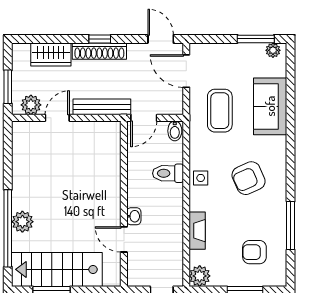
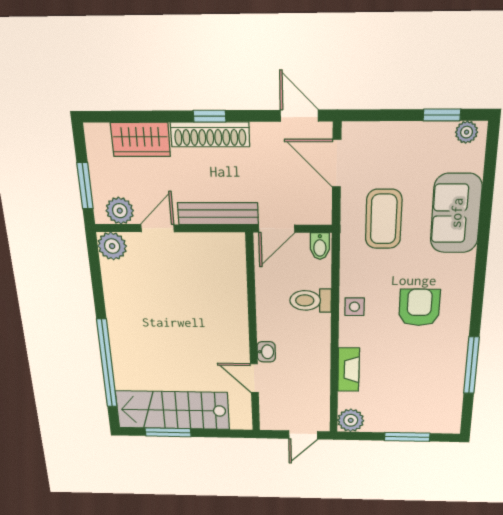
window: (256, 39) -> (442, 115), width x0.67
armchair: (249, 178) -> (419, 307), turned 114
plant: (22, 222) -> (112, 246), moved
armchair: (254, 252) -> (422, 395), removed

